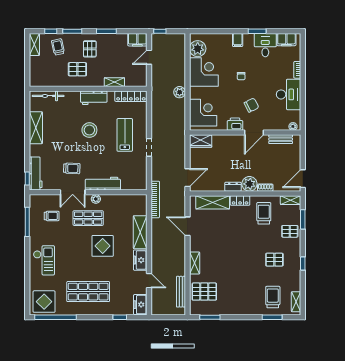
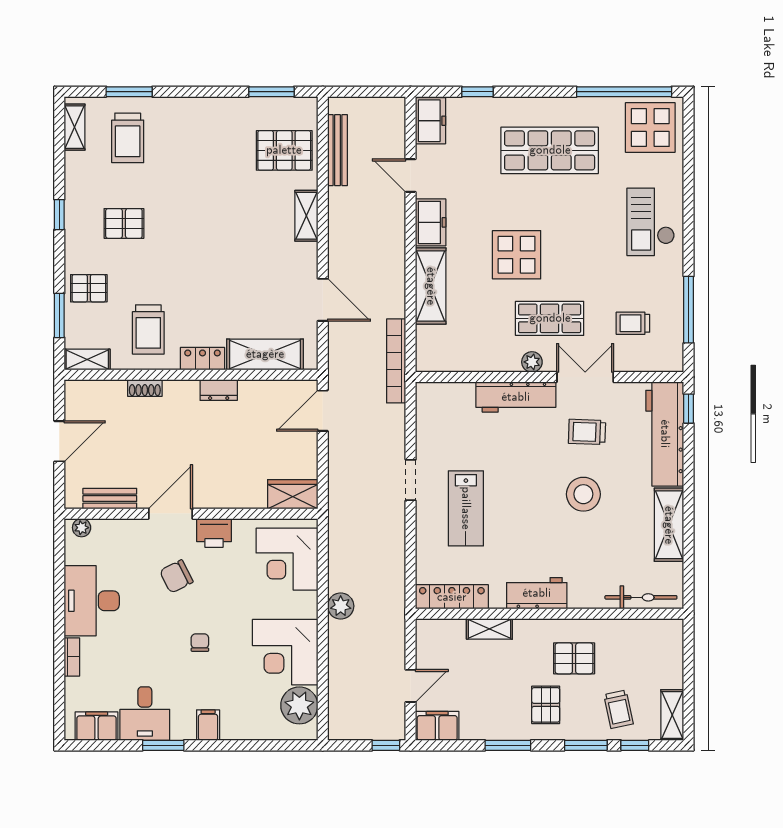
stool: (89, 130) -> (583, 494), moved
workbench: (36, 174) -> (665, 434), width x1.36, depth x1.32
door: (303, 179) -> (59, 441), moved
plant: (249, 184) -> (181, 397), removed

